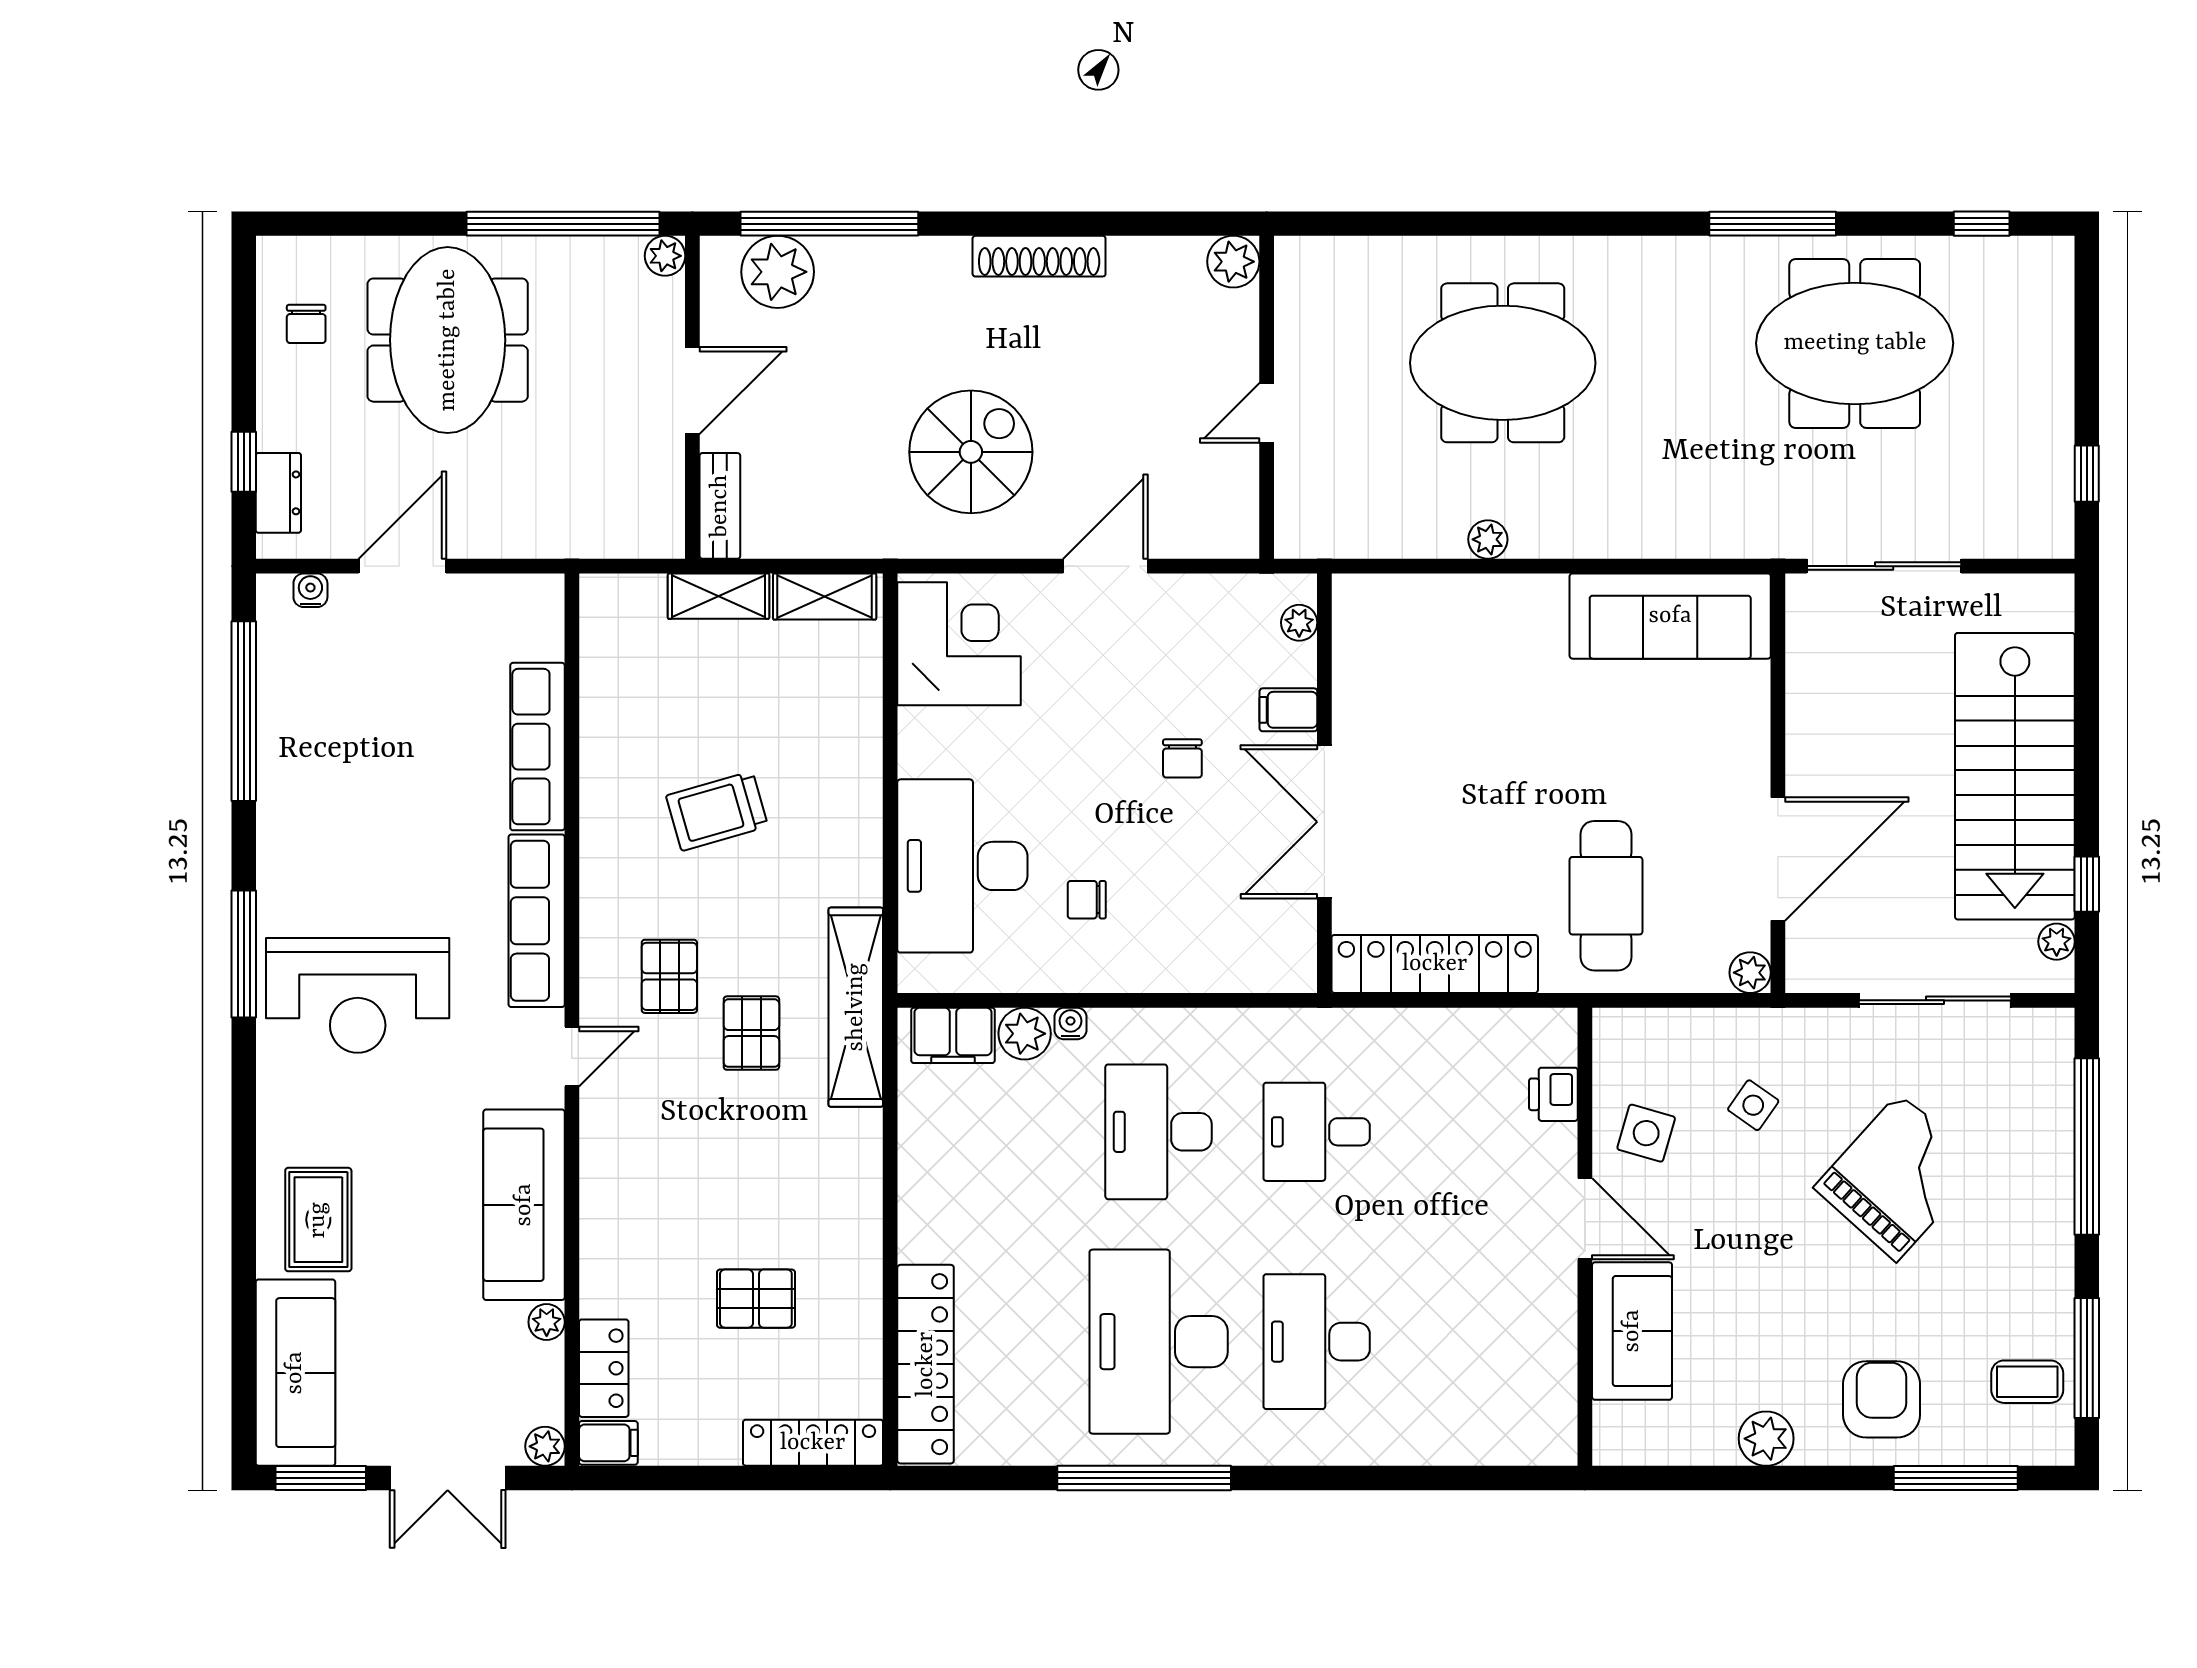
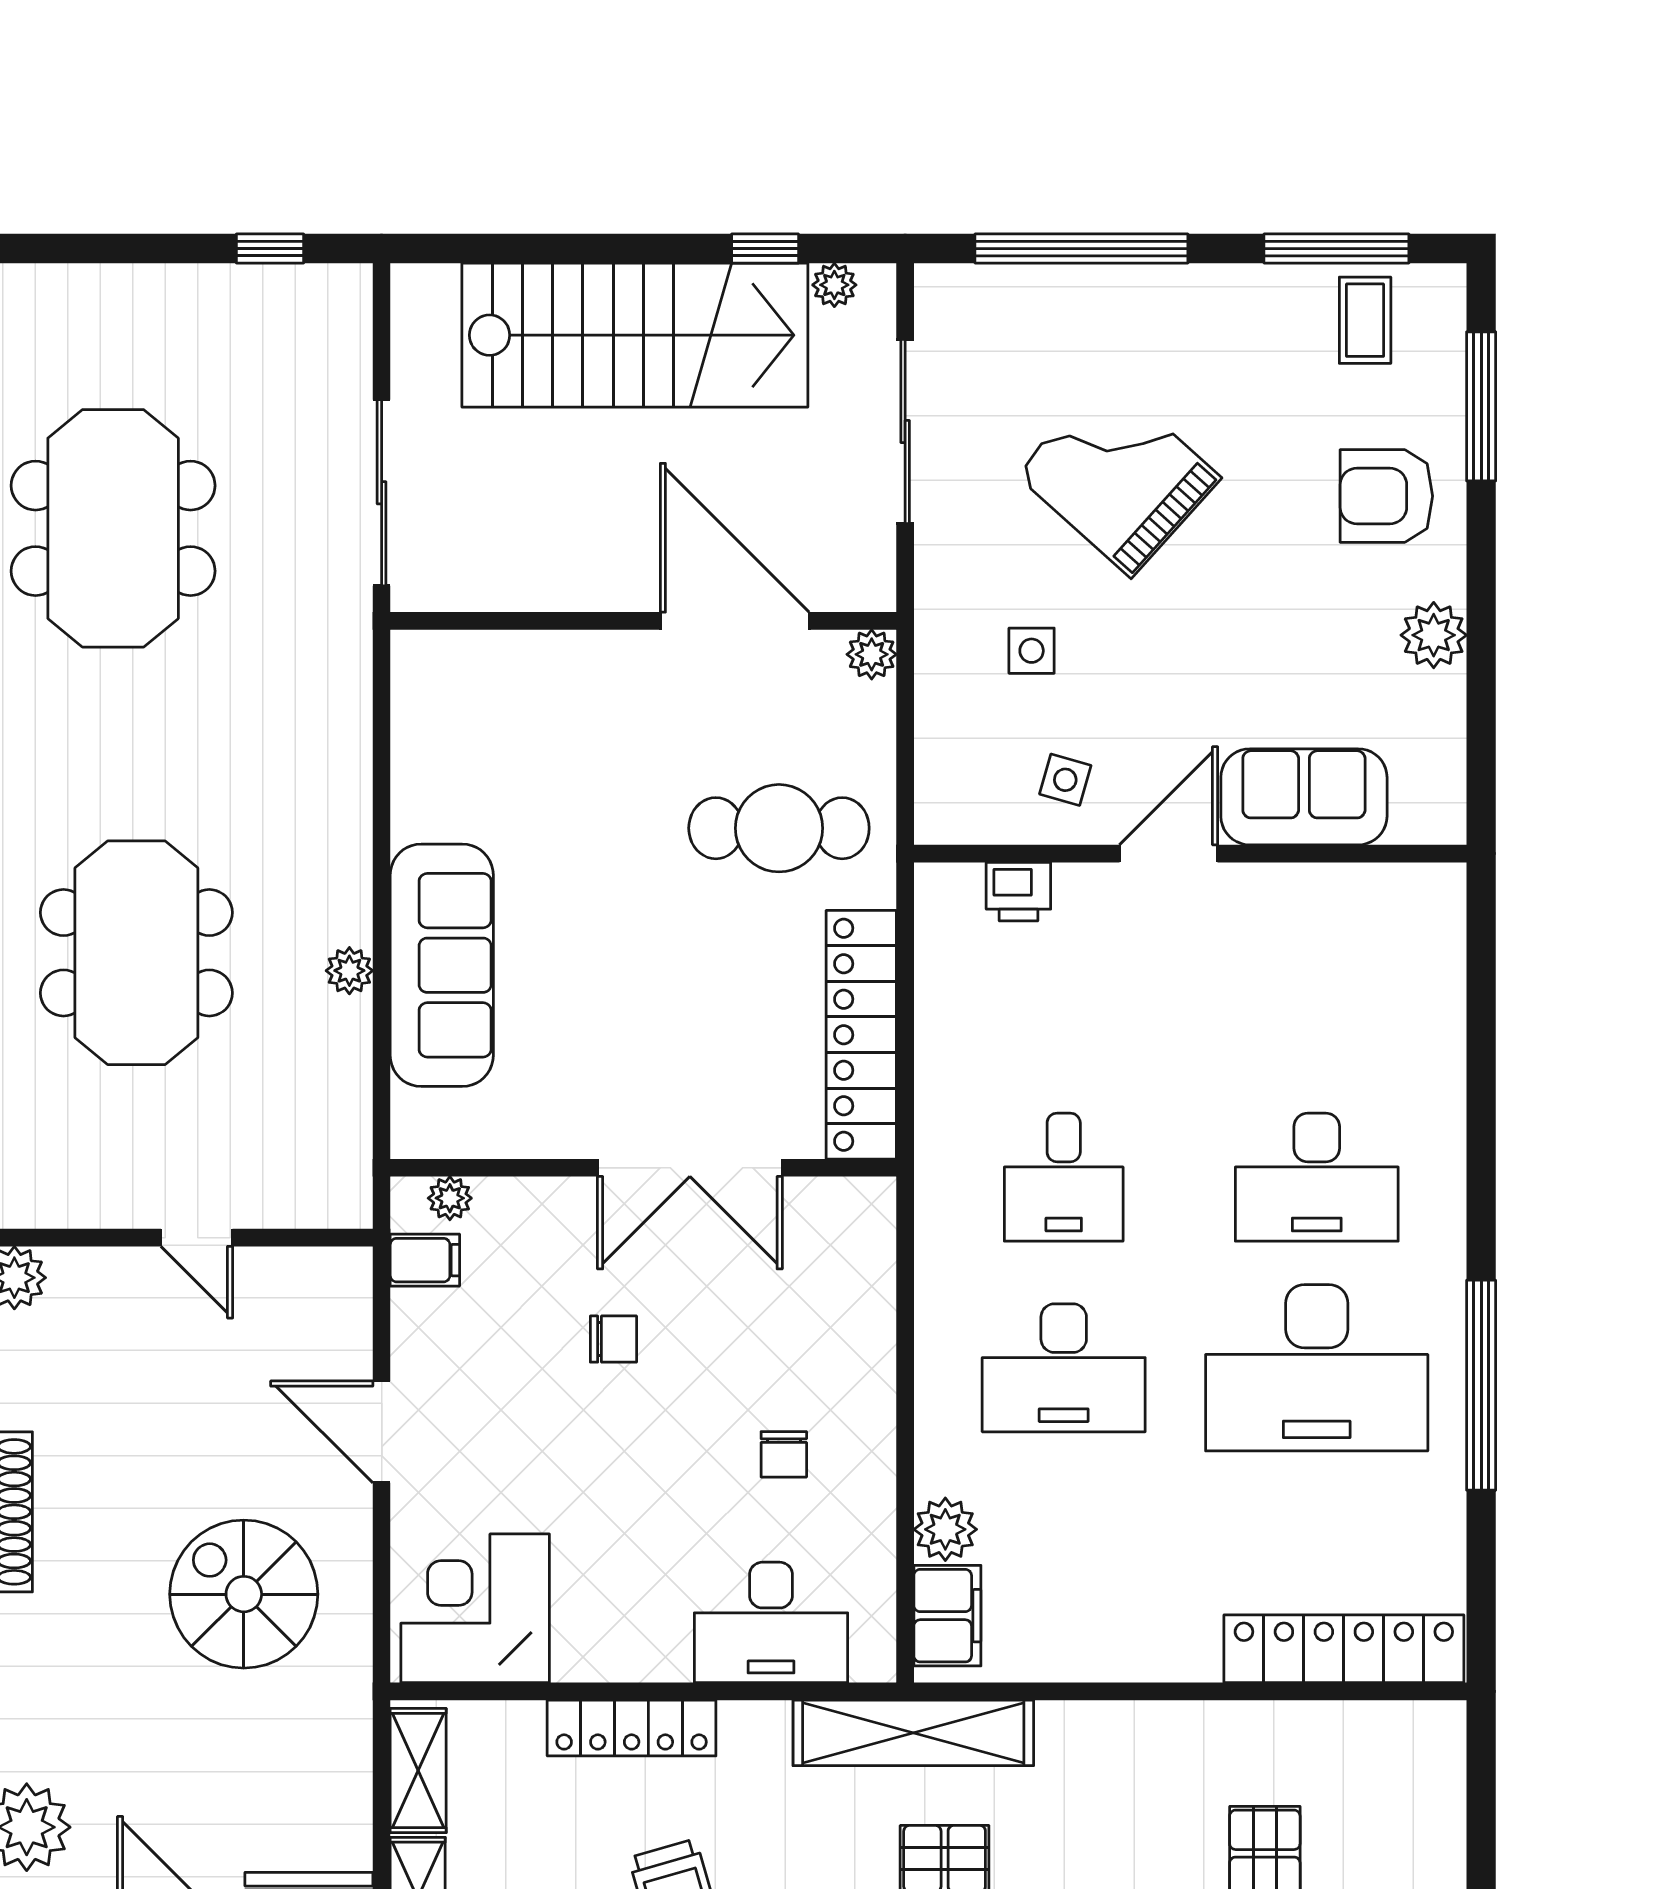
sofa: (1670, 616) -> (442, 965), moved
filing cabinet: (1288, 710) -> (425, 1260), moved, turned -90
desk: (962, 866) -> (771, 1622), width x0.73, depth x0.77
water cooler: (1071, 1024) -> (933, 1474), removed
side table: (1753, 1105) -> (1032, 651), turned -35
side table: (1646, 1133) -> (1065, 780), width x0.73, depth x0.73
locker: (813, 1443) -> (632, 1728), moved, turned -90

